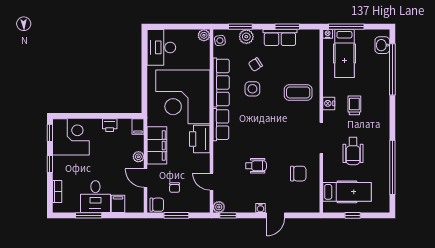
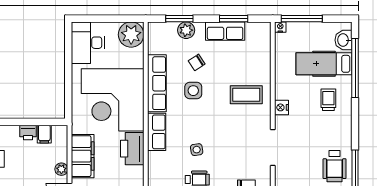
plant: (204, 35) -> (131, 35), width x1.88, depth x1.88
side table: (220, 40) -> (197, 150), moved
hospital bed: (344, 54) -> (324, 64), moved, turned 90
trolley: (354, 105) -> (328, 100), moved
filing cabinet: (138, 126) -> (44, 134), moved
wheelchair: (353, 151) -> (335, 166), moved

